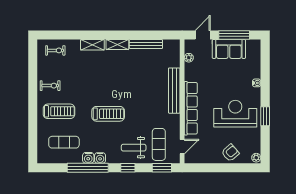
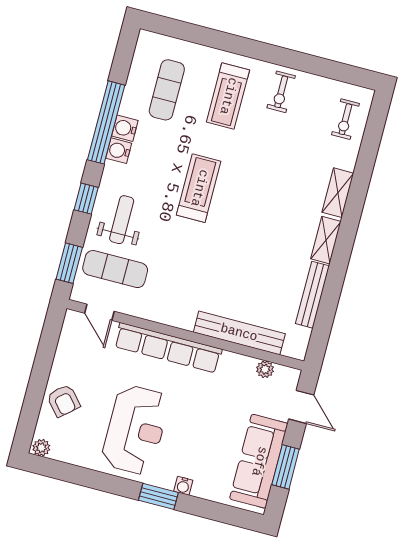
window: (234, 35) -> (286, 467), width x0.69
sofa: (229, 49) -> (259, 461), width x1.36
bench: (174, 91) -> (239, 333), moved
treadmill: (108, 114) -> (199, 188), turned 180
window: (265, 116) -> (158, 496), moved

